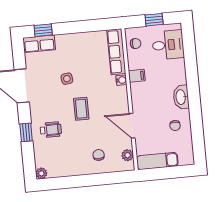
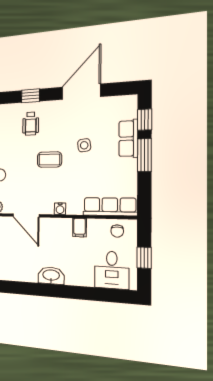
window: (72, 27) -> (144, 155), added
row of seats: (39, 44) -> (128, 139), moved
water cooler: (121, 80) -> (60, 209), moved
door: (132, 126) -> (26, 215), swing flipped
chair: (175, 126) -> (22, 264), removed

